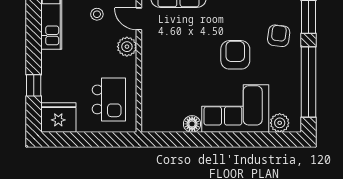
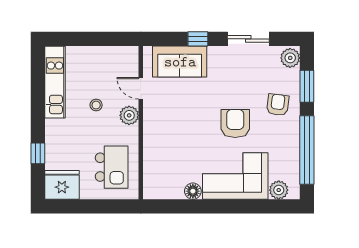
stool: (97, 14) -> (96, 105), moved

